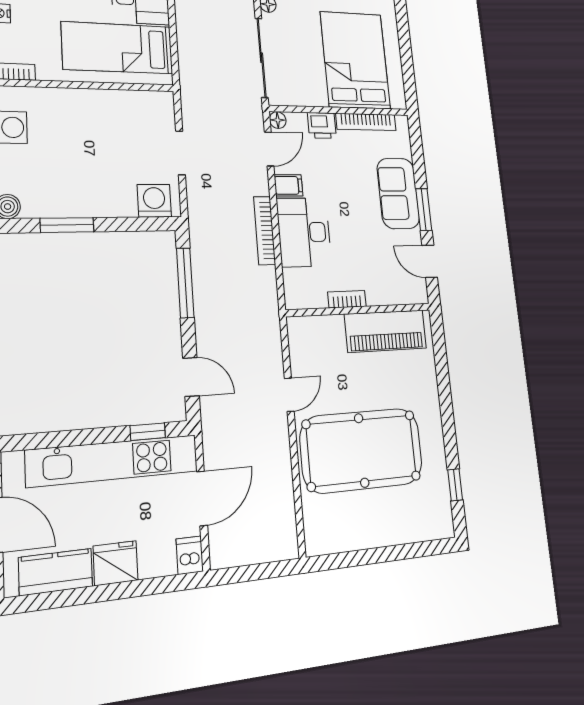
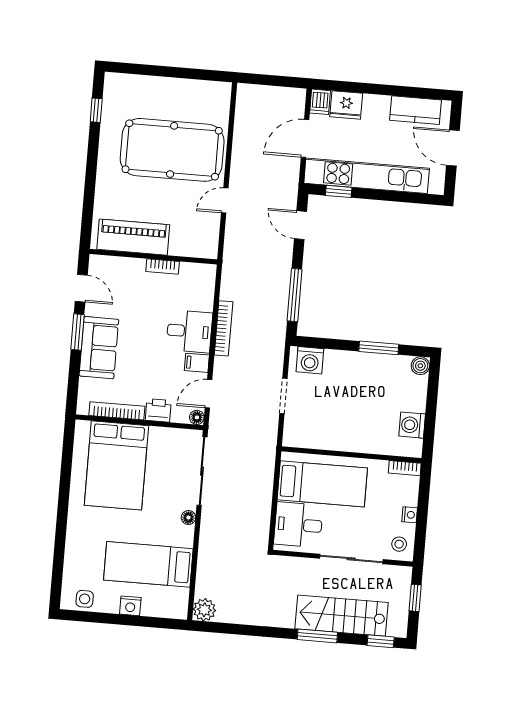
desk: (304, 232) -> (189, 331), width x0.73
fridge: (116, 563) -> (346, 105), moved

